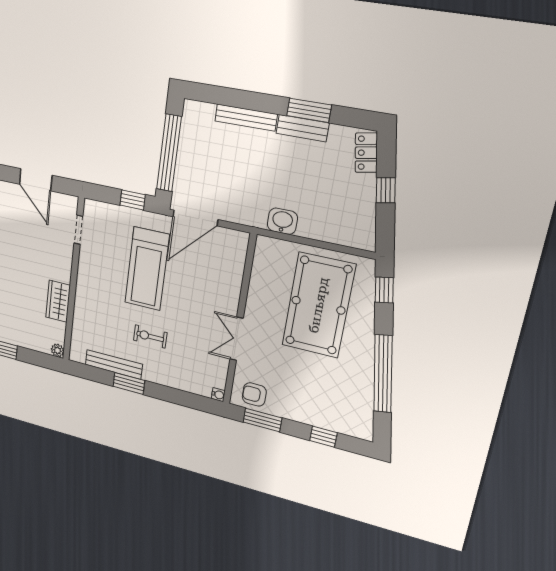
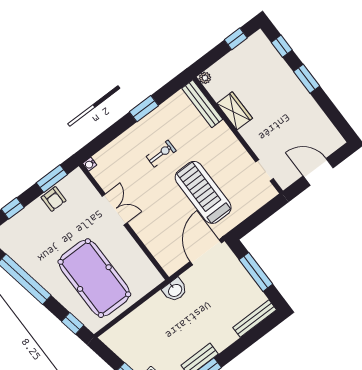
bench: (246, 118) -> (255, 319), moved
window: (169, 153) -> (256, 272), width x0.68
window: (133, 200) -> (250, 223), removed
washbasin: (282, 221) -> (175, 290), moved
bench: (114, 364) -> (202, 104), moved, turned 90
armchair: (254, 394) -> (54, 199), moved, turned 90

